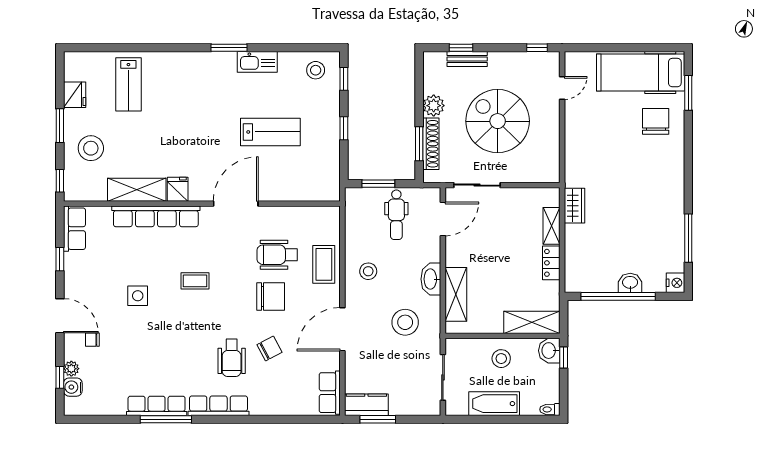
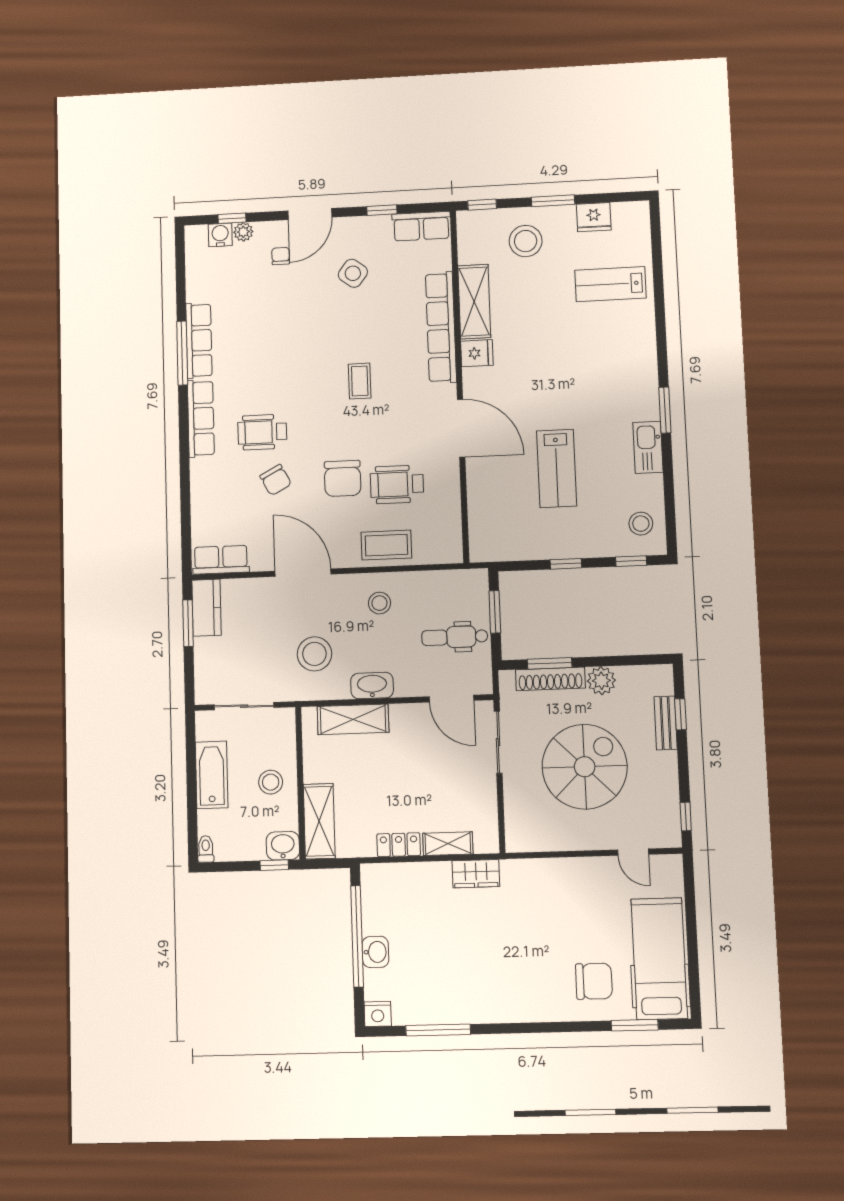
wheelchair: (277, 255) -> (397, 484), turned -90
side table: (138, 296) -> (353, 273), moved, turned 37

